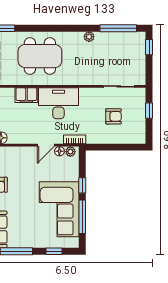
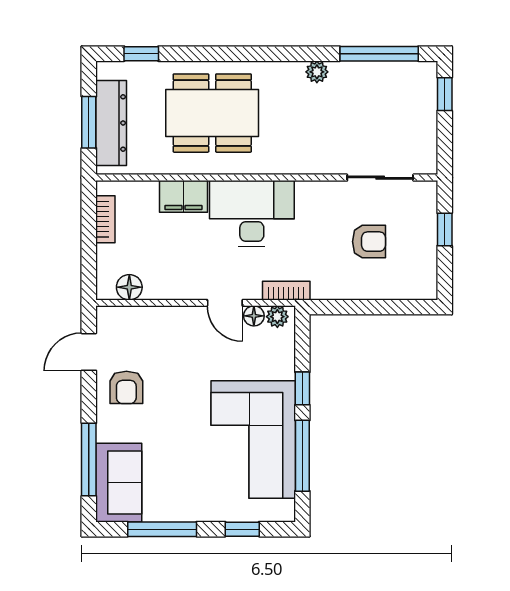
door: (46, 145) -> (225, 303), hinge flipped

